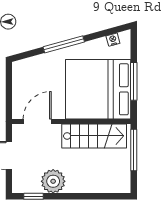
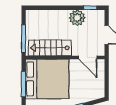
door: (37, 122) -> (88, 57), hinge flipped

